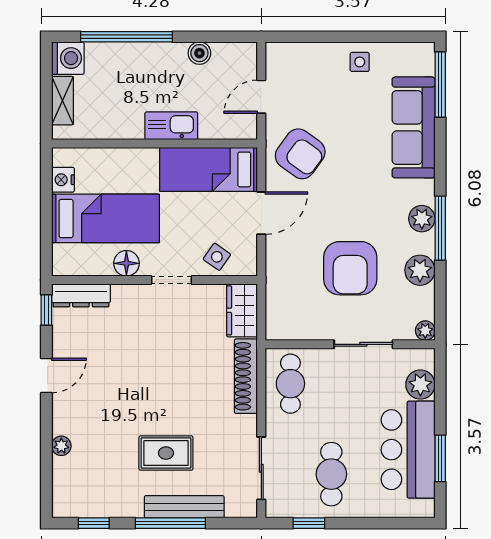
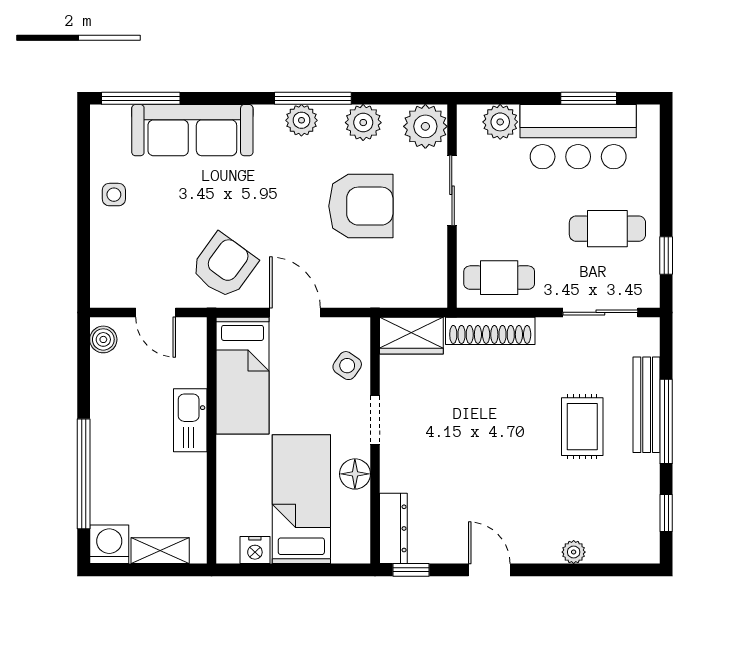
boiler: (199, 53) -> (103, 339), moved
plant: (425, 331) -> (425, 126), width x1.88, depth x1.88

